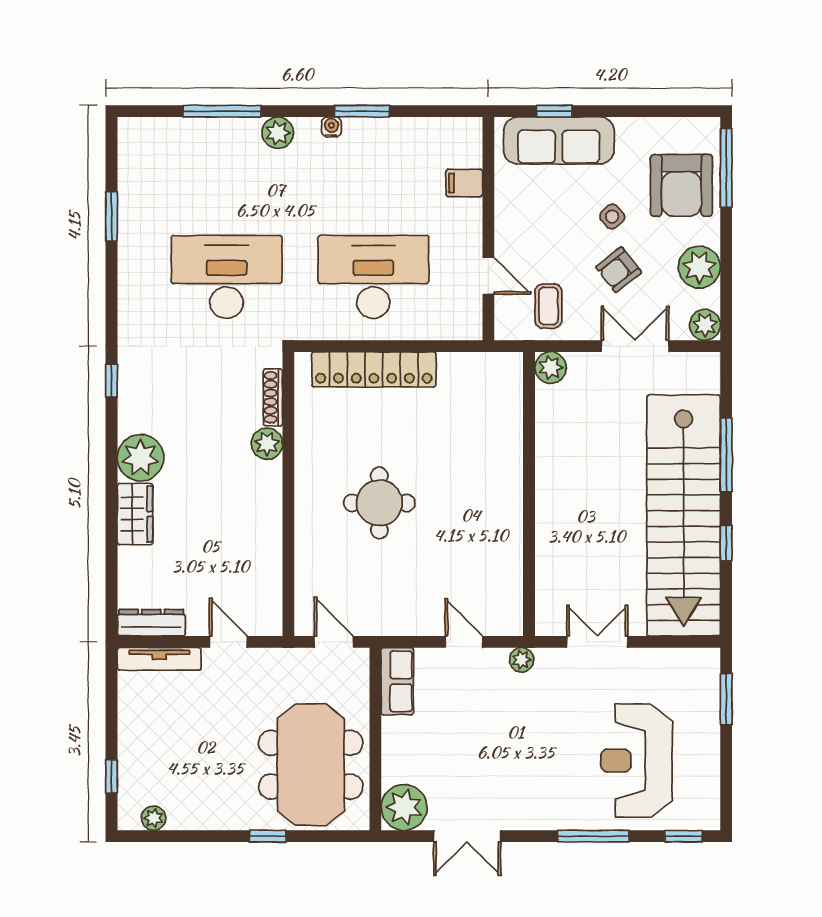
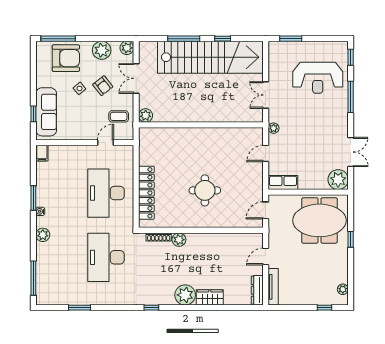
window: (222, 111) -> (33, 278), moved
filing cabinet: (464, 183) -> (42, 153), moved

